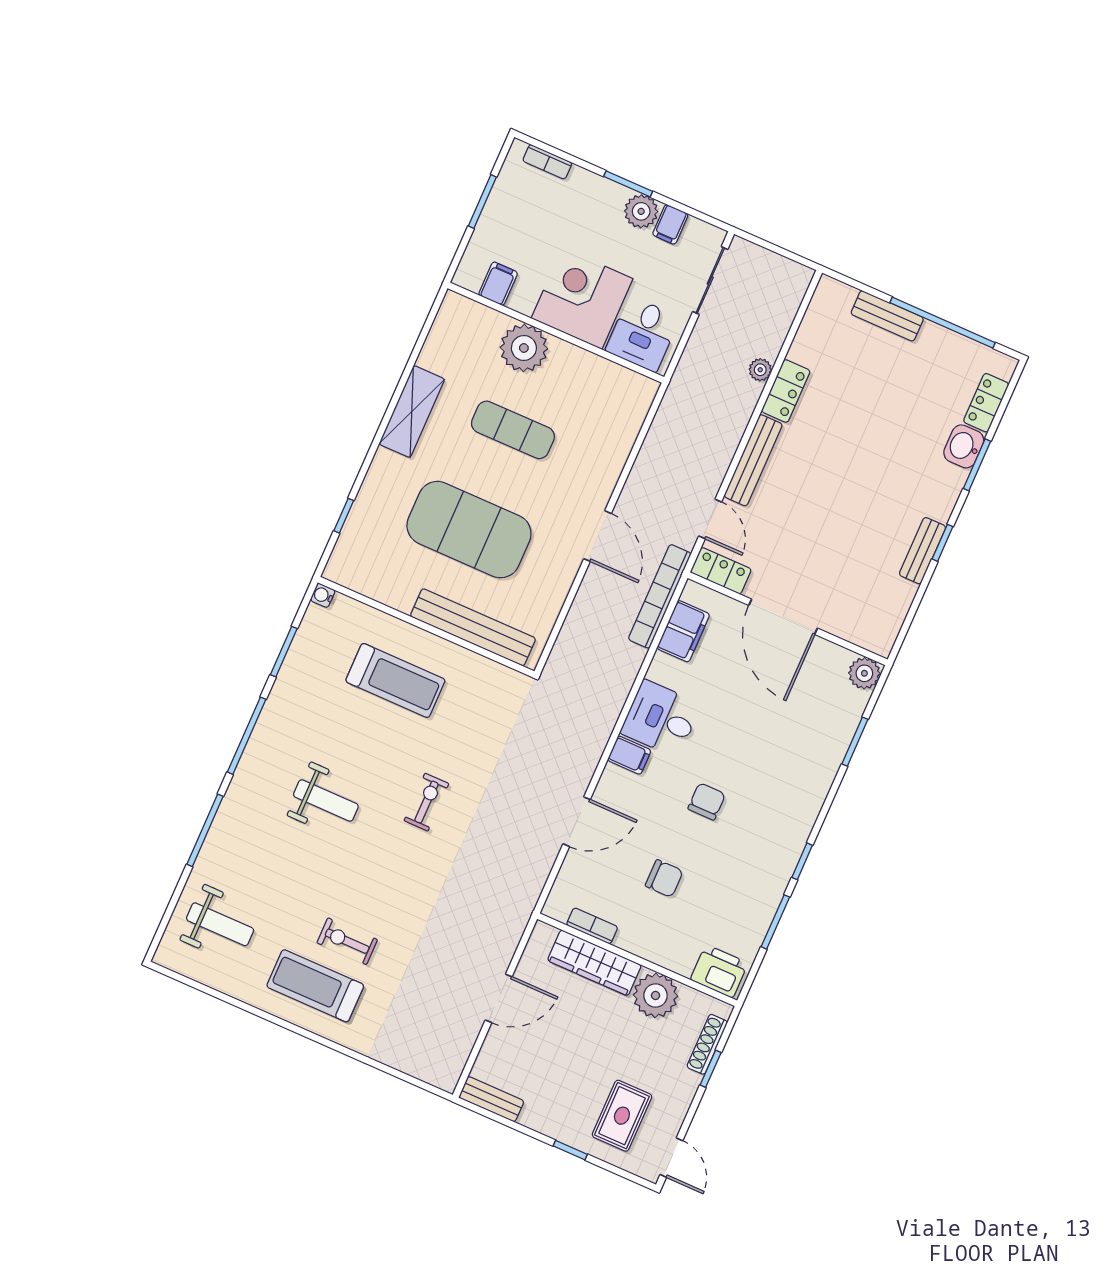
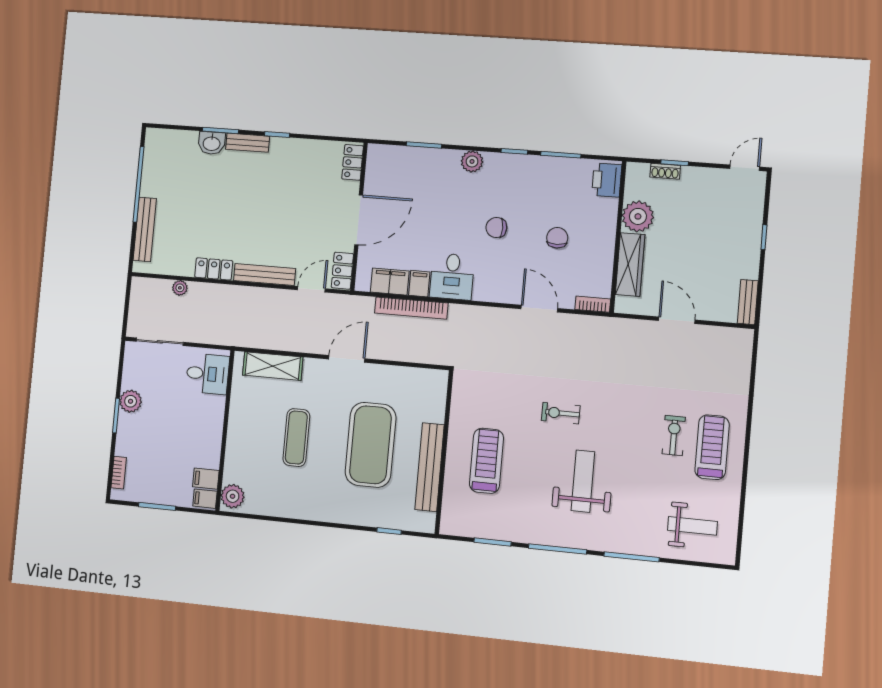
filing cabinet: (670, 224) -> (205, 499), moved, turned 180
corner desk: (582, 299) -> (198, 421), removed
bench: (887, 316) -> (145, 229), width x1.36
plant: (524, 348) -> (233, 496), moved, width x0.73, depth x0.73
plant: (760, 370) -> (180, 288), moved
locker: (986, 403) -> (353, 162), moved, turned 90
shelving: (412, 412) -> (273, 366), moved
bench: (923, 551) -> (248, 143), moved
water cooler: (323, 595) -> (446, 528), removed
bookcase: (660, 596) -> (411, 308), moved
bench: (473, 627) -> (430, 467), moved
plant: (864, 673) -> (472, 161), moved
filing cabinet: (629, 755) -> (419, 284), moved
weight bench: (326, 800) -> (583, 481), width x1.36, depth x1.33
weight bench: (220, 924) -> (692, 526), turned 90
bookcase: (592, 926) -> (593, 304), moved, turned 90
exercise bike: (347, 941) -> (674, 436), turned 180
treadmill: (315, 986) -> (712, 447), turned 180
shoe rack: (707, 1044) -> (665, 171), width x0.70
rug: (622, 1116) -> (728, 211), removed

